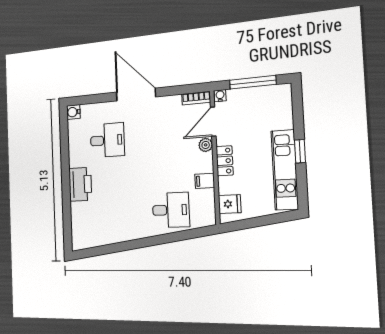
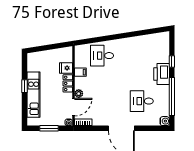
window: (253, 82) -> (49, 128), width x0.69
window: (65, 151) -> (172, 96), added
kitchen unit: (285, 170) -> (34, 95), moved
fridge: (230, 204) -> (66, 68), moved
window: (66, 205) -> (172, 61), added

